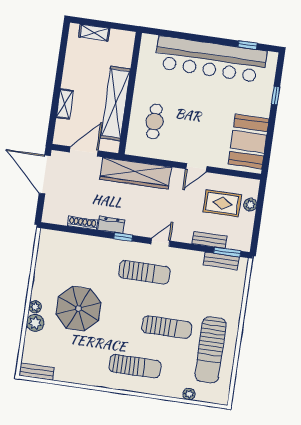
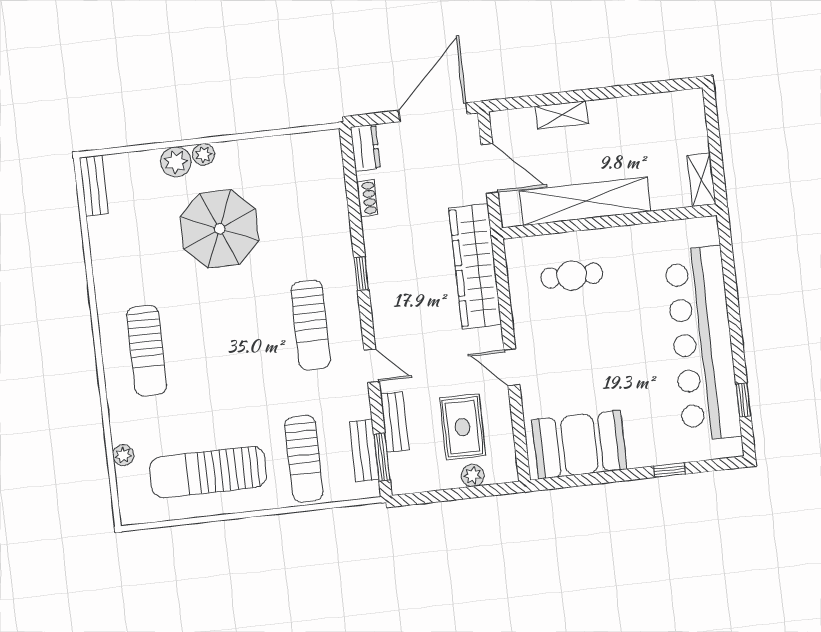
shelving: (94, 33) -> (701, 180), moved
shoe rack: (83, 223) -> (367, 198), width x0.70
dresser: (111, 225) -> (365, 148), moved
door: (161, 242) -> (372, 366), moved
sun lounger: (167, 327) -> (304, 459), moved

